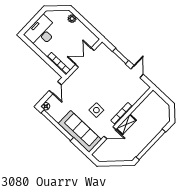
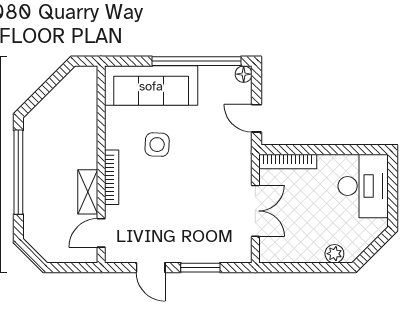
shelving: (126, 124) -> (88, 192), moved
door: (110, 133) -> (101, 233), moved

